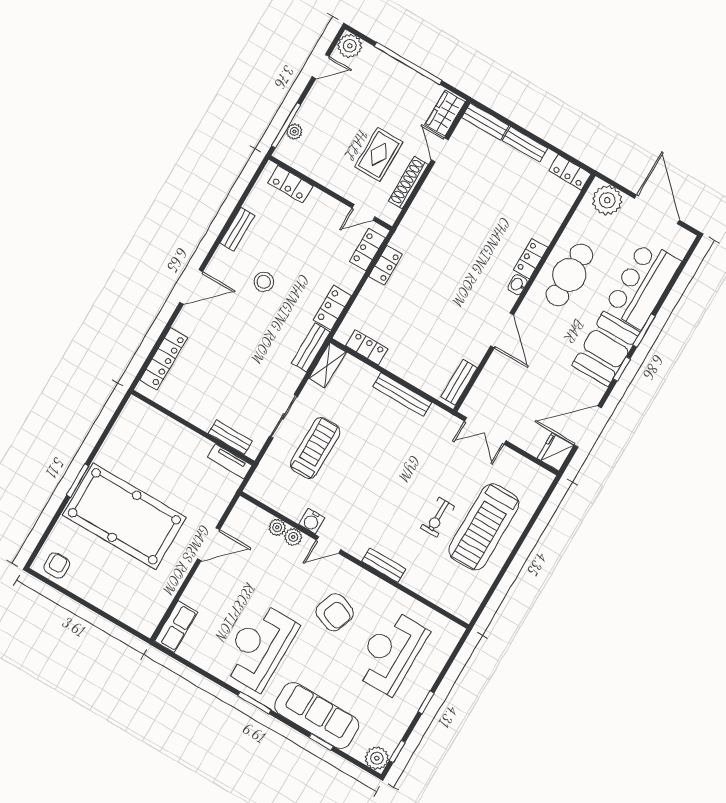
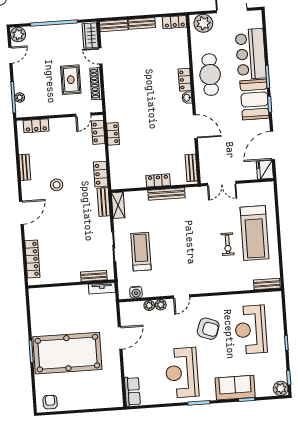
locker: (367, 347) -> (158, 180), moved
water cooler: (312, 521) -> (136, 292), moved
bench: (384, 565) -> (267, 284), moved
sofa: (317, 716) -> (235, 388), width x0.73

